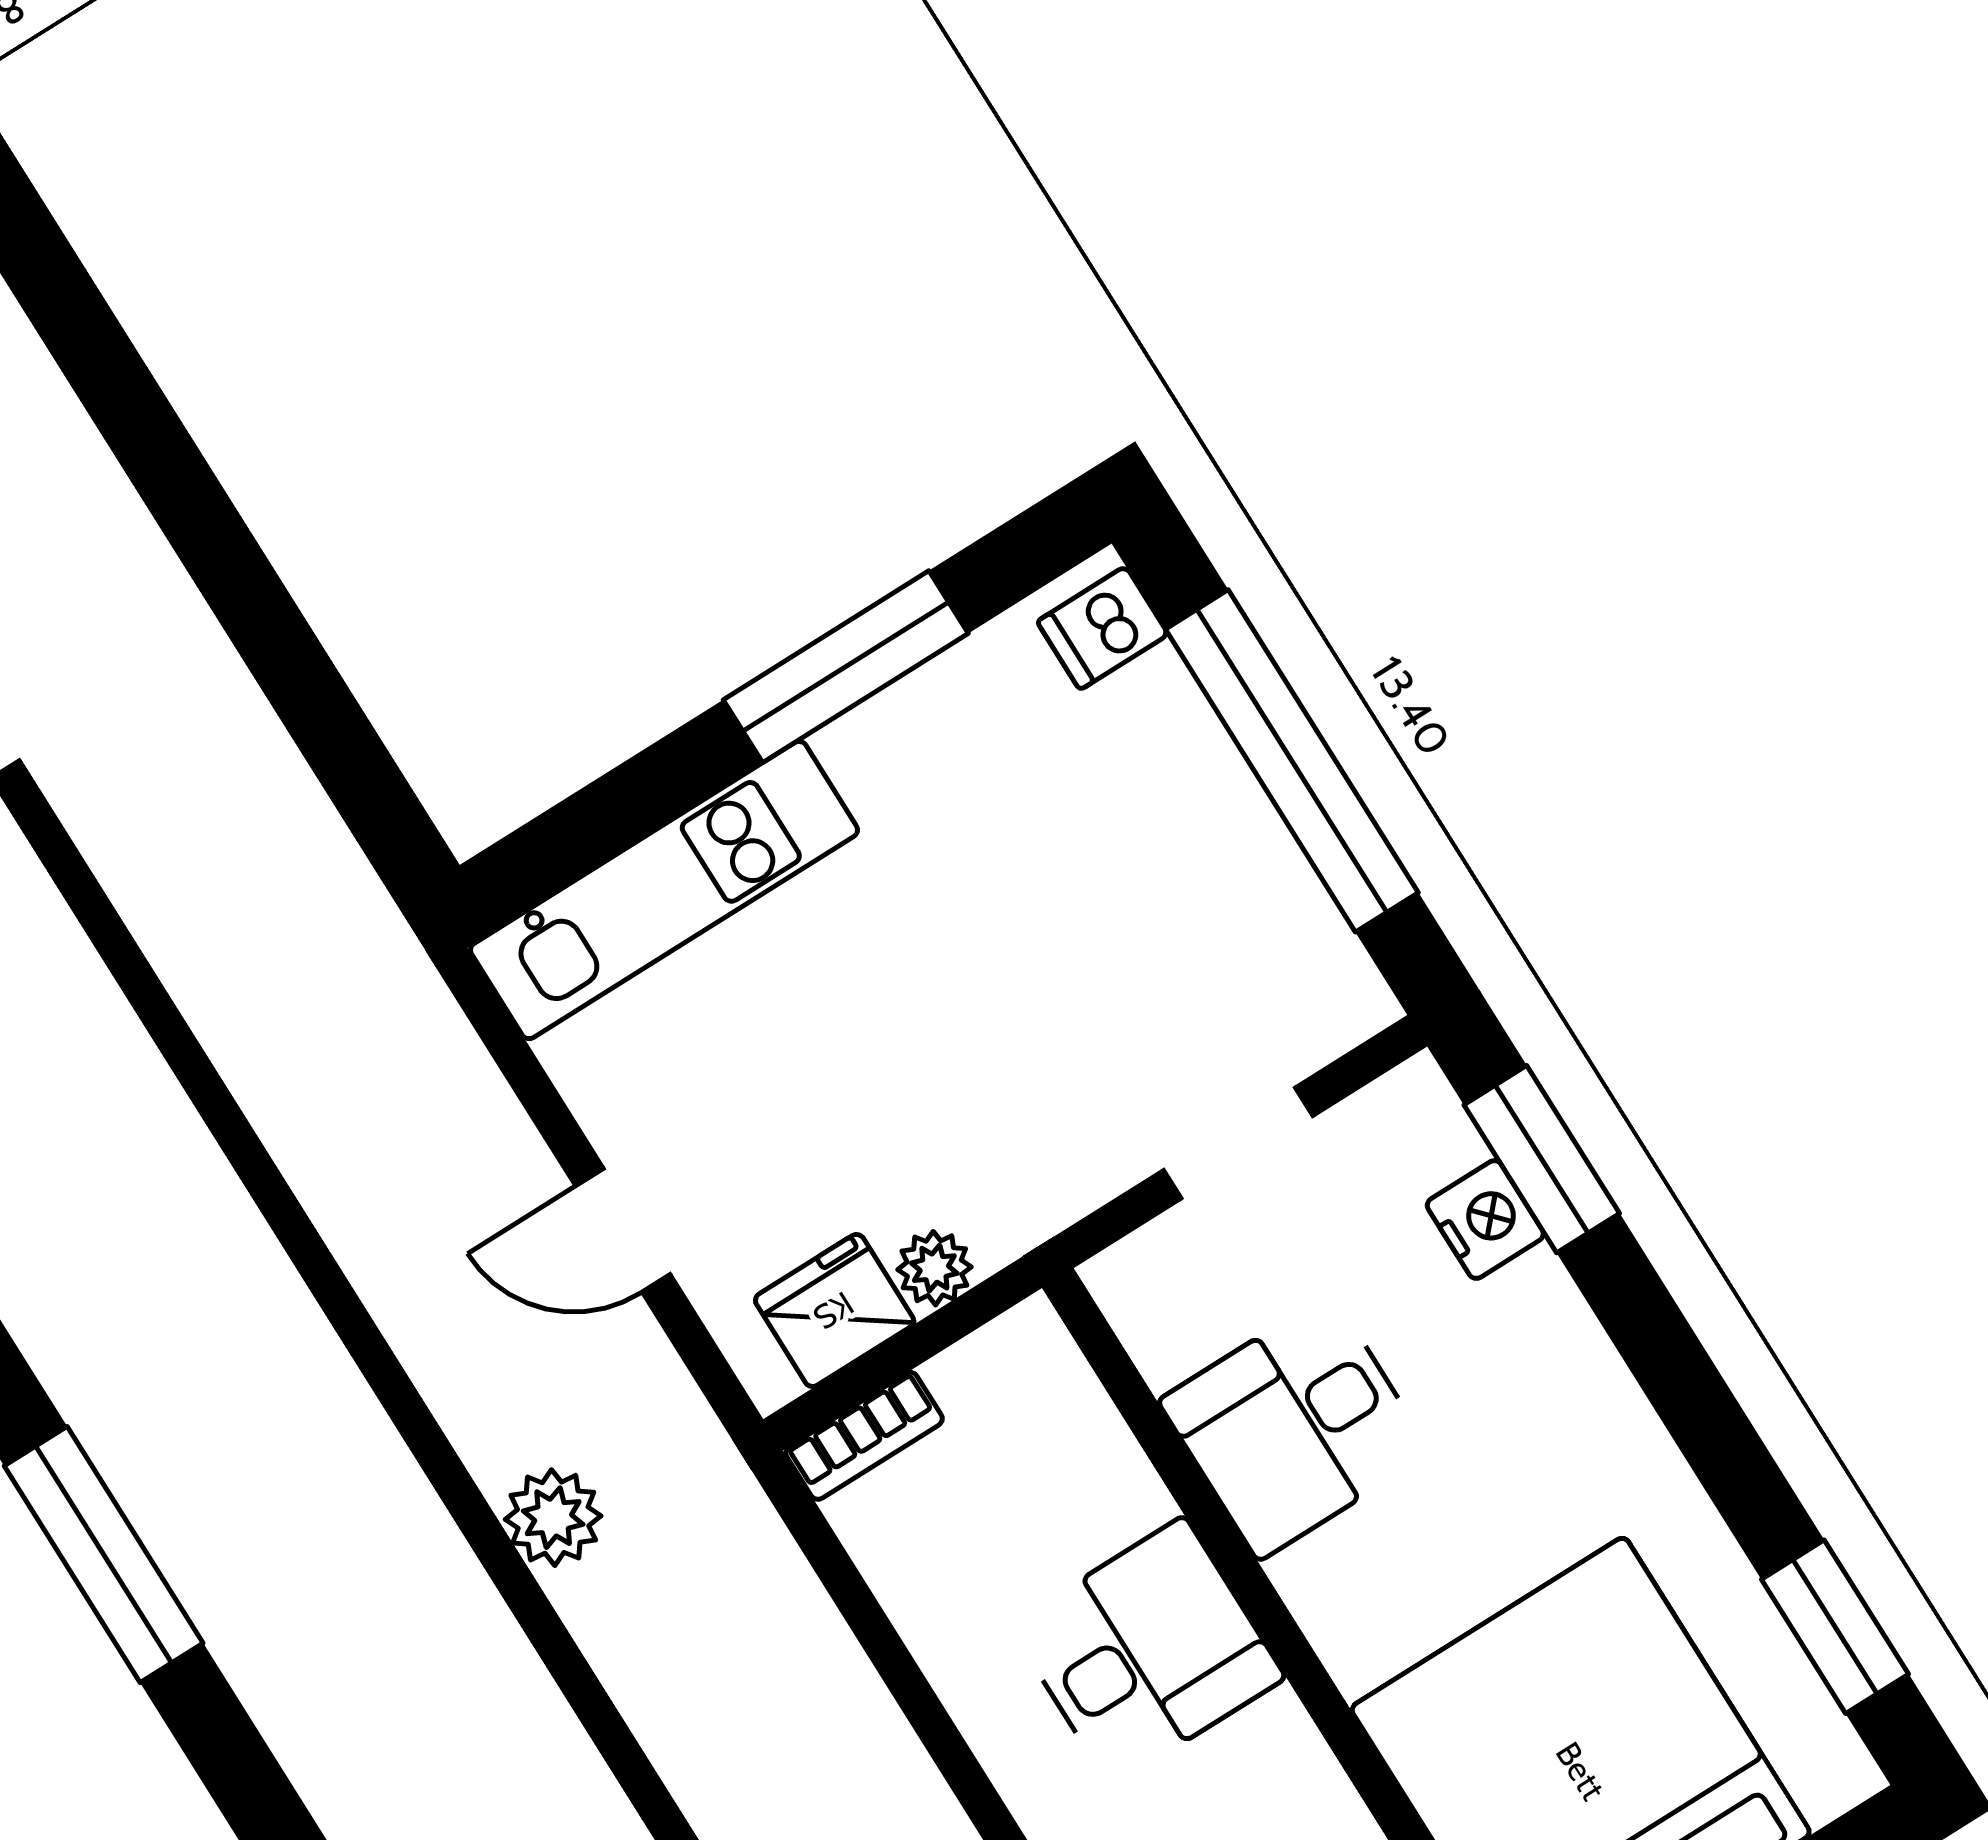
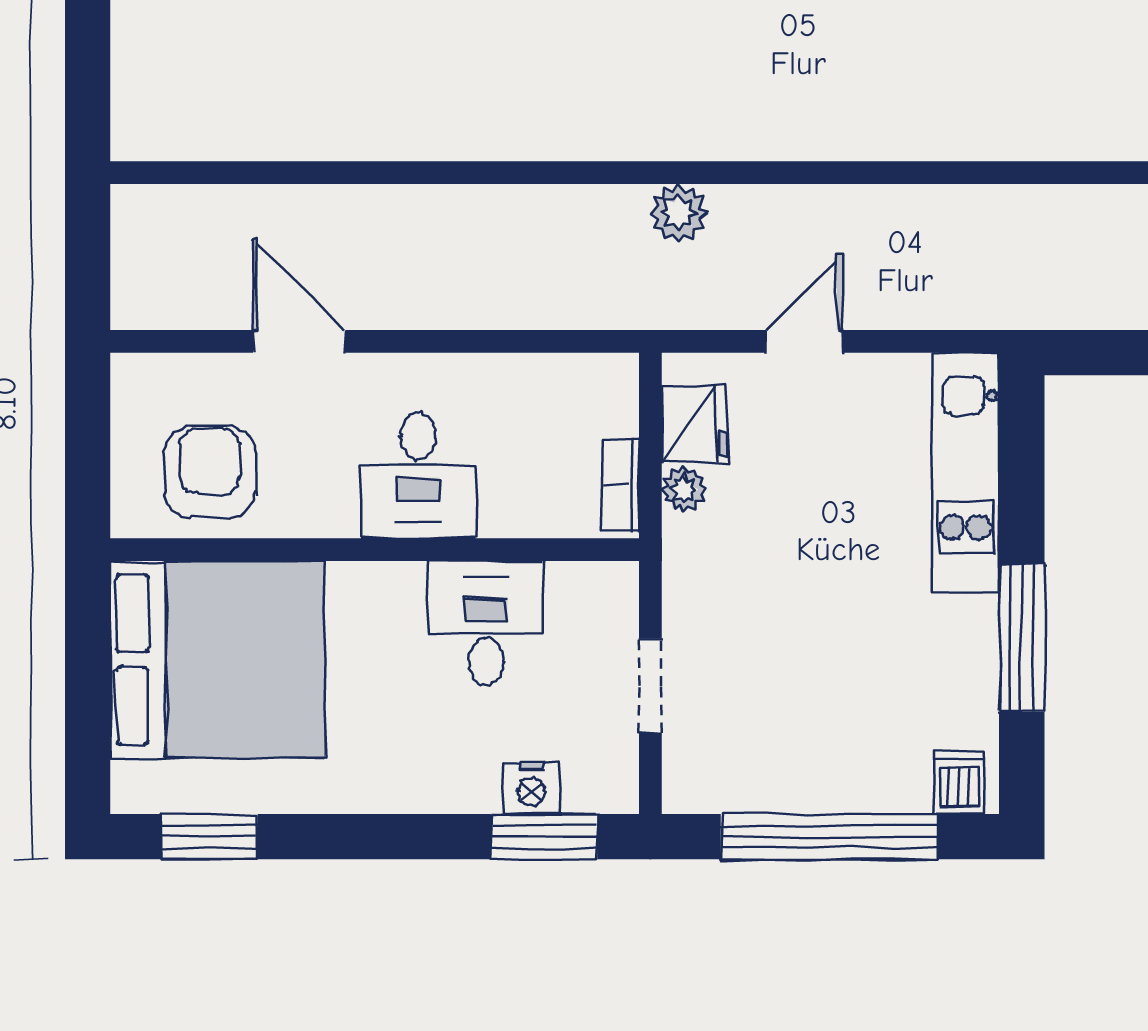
bookcase: (864, 1436) -> (620, 485), moved

